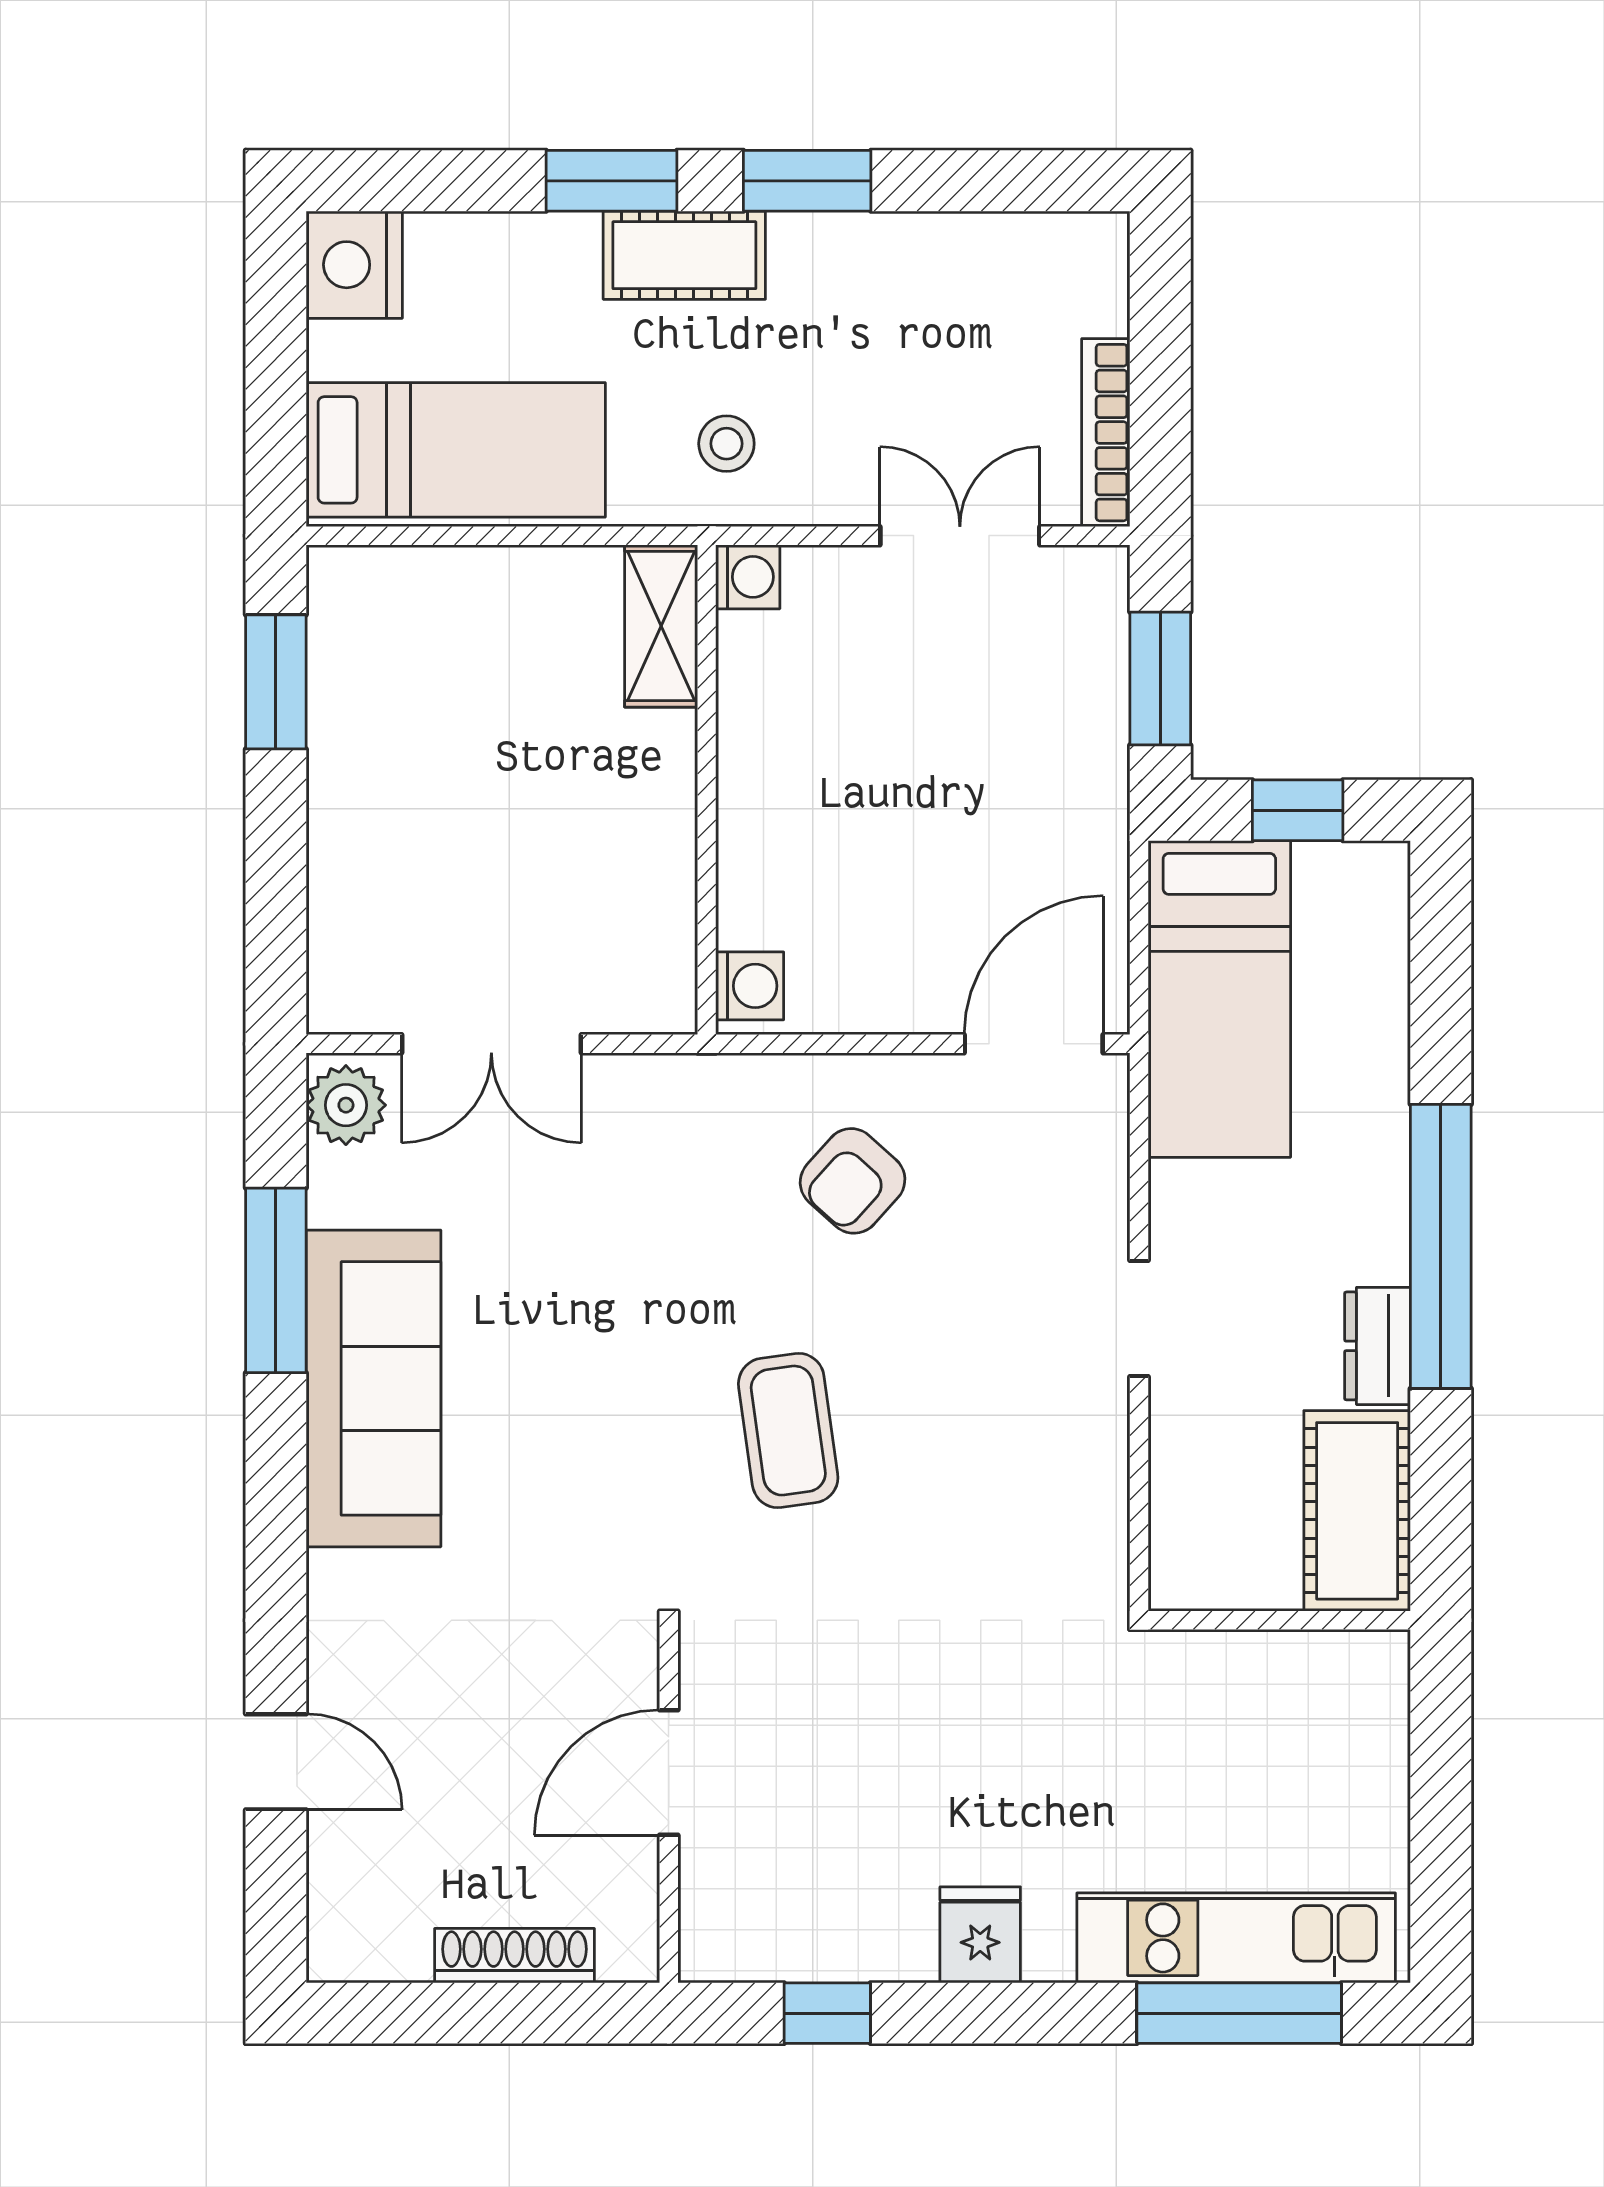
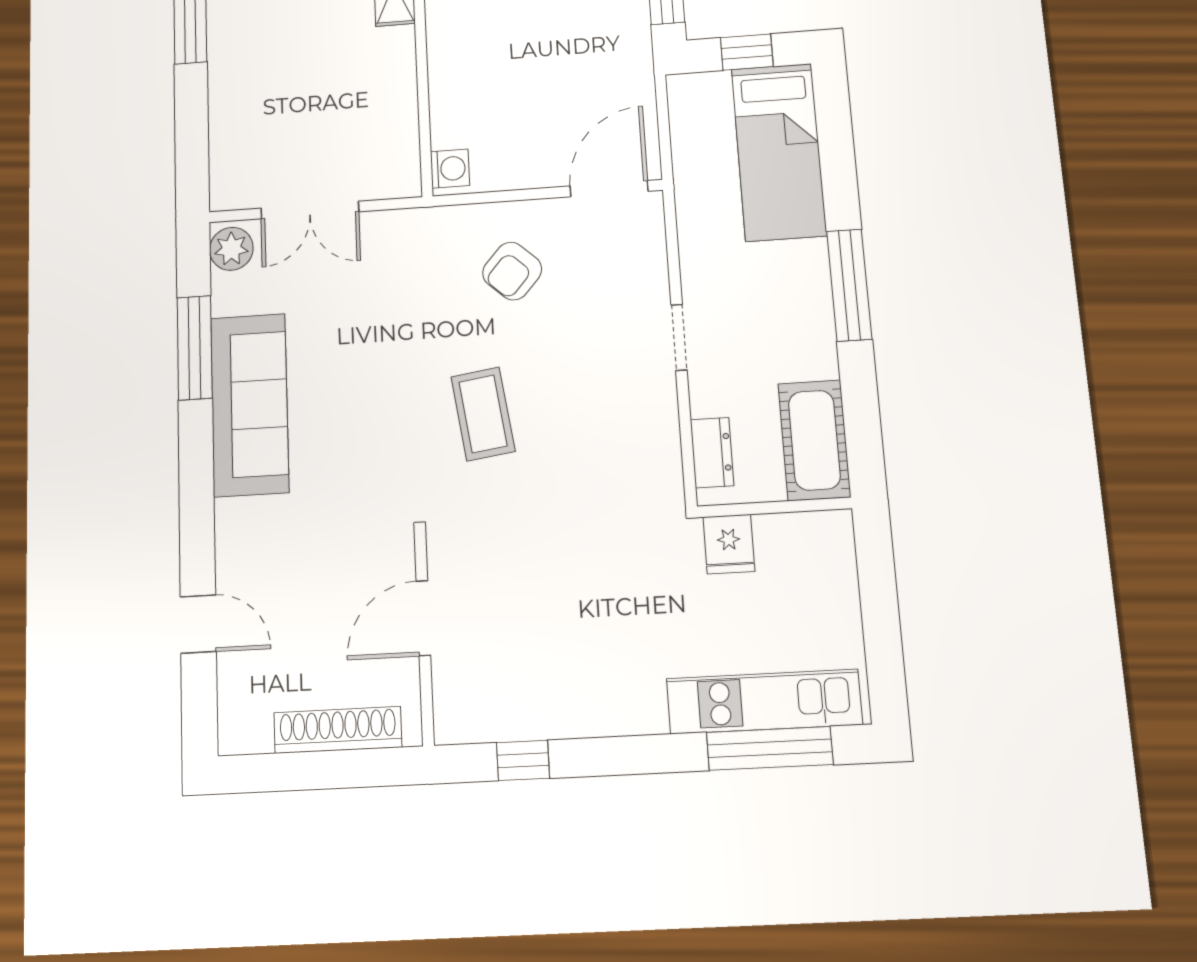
bed: (1219, 999) -> (779, 152), moved
window: (1441, 1246) -> (849, 285), width x0.68
dresser: (1378, 1346) -> (712, 453), moved, turned 180
fridge: (980, 1935) -> (729, 544), moved, turned 180
shoe rack: (515, 1956) -> (338, 730), width x1.36, depth x1.24

